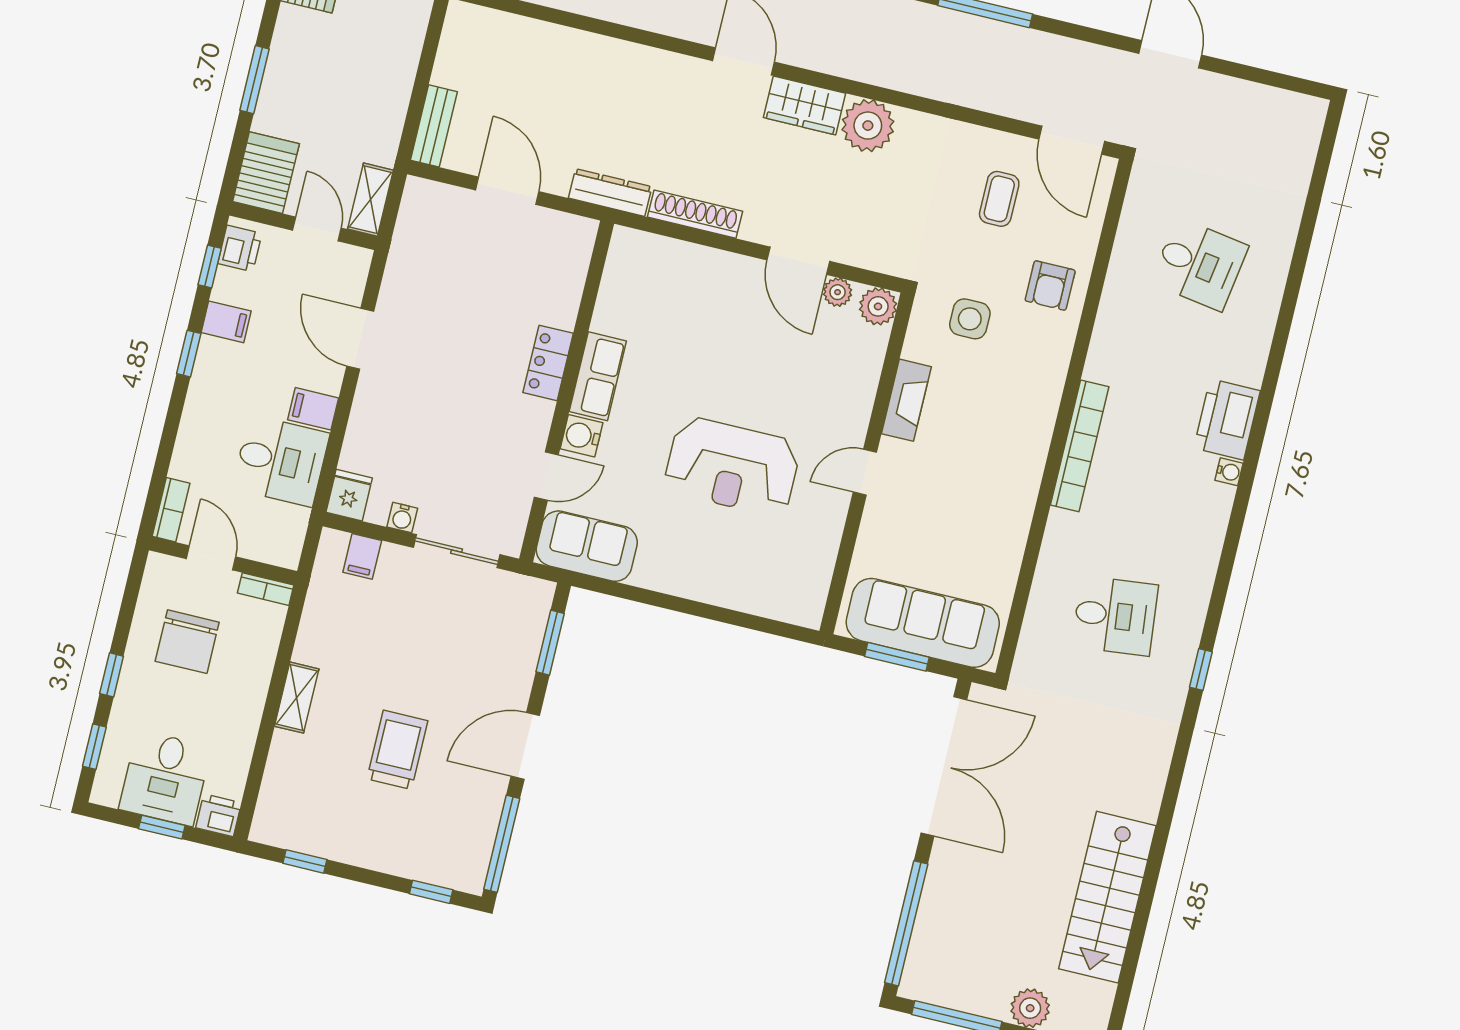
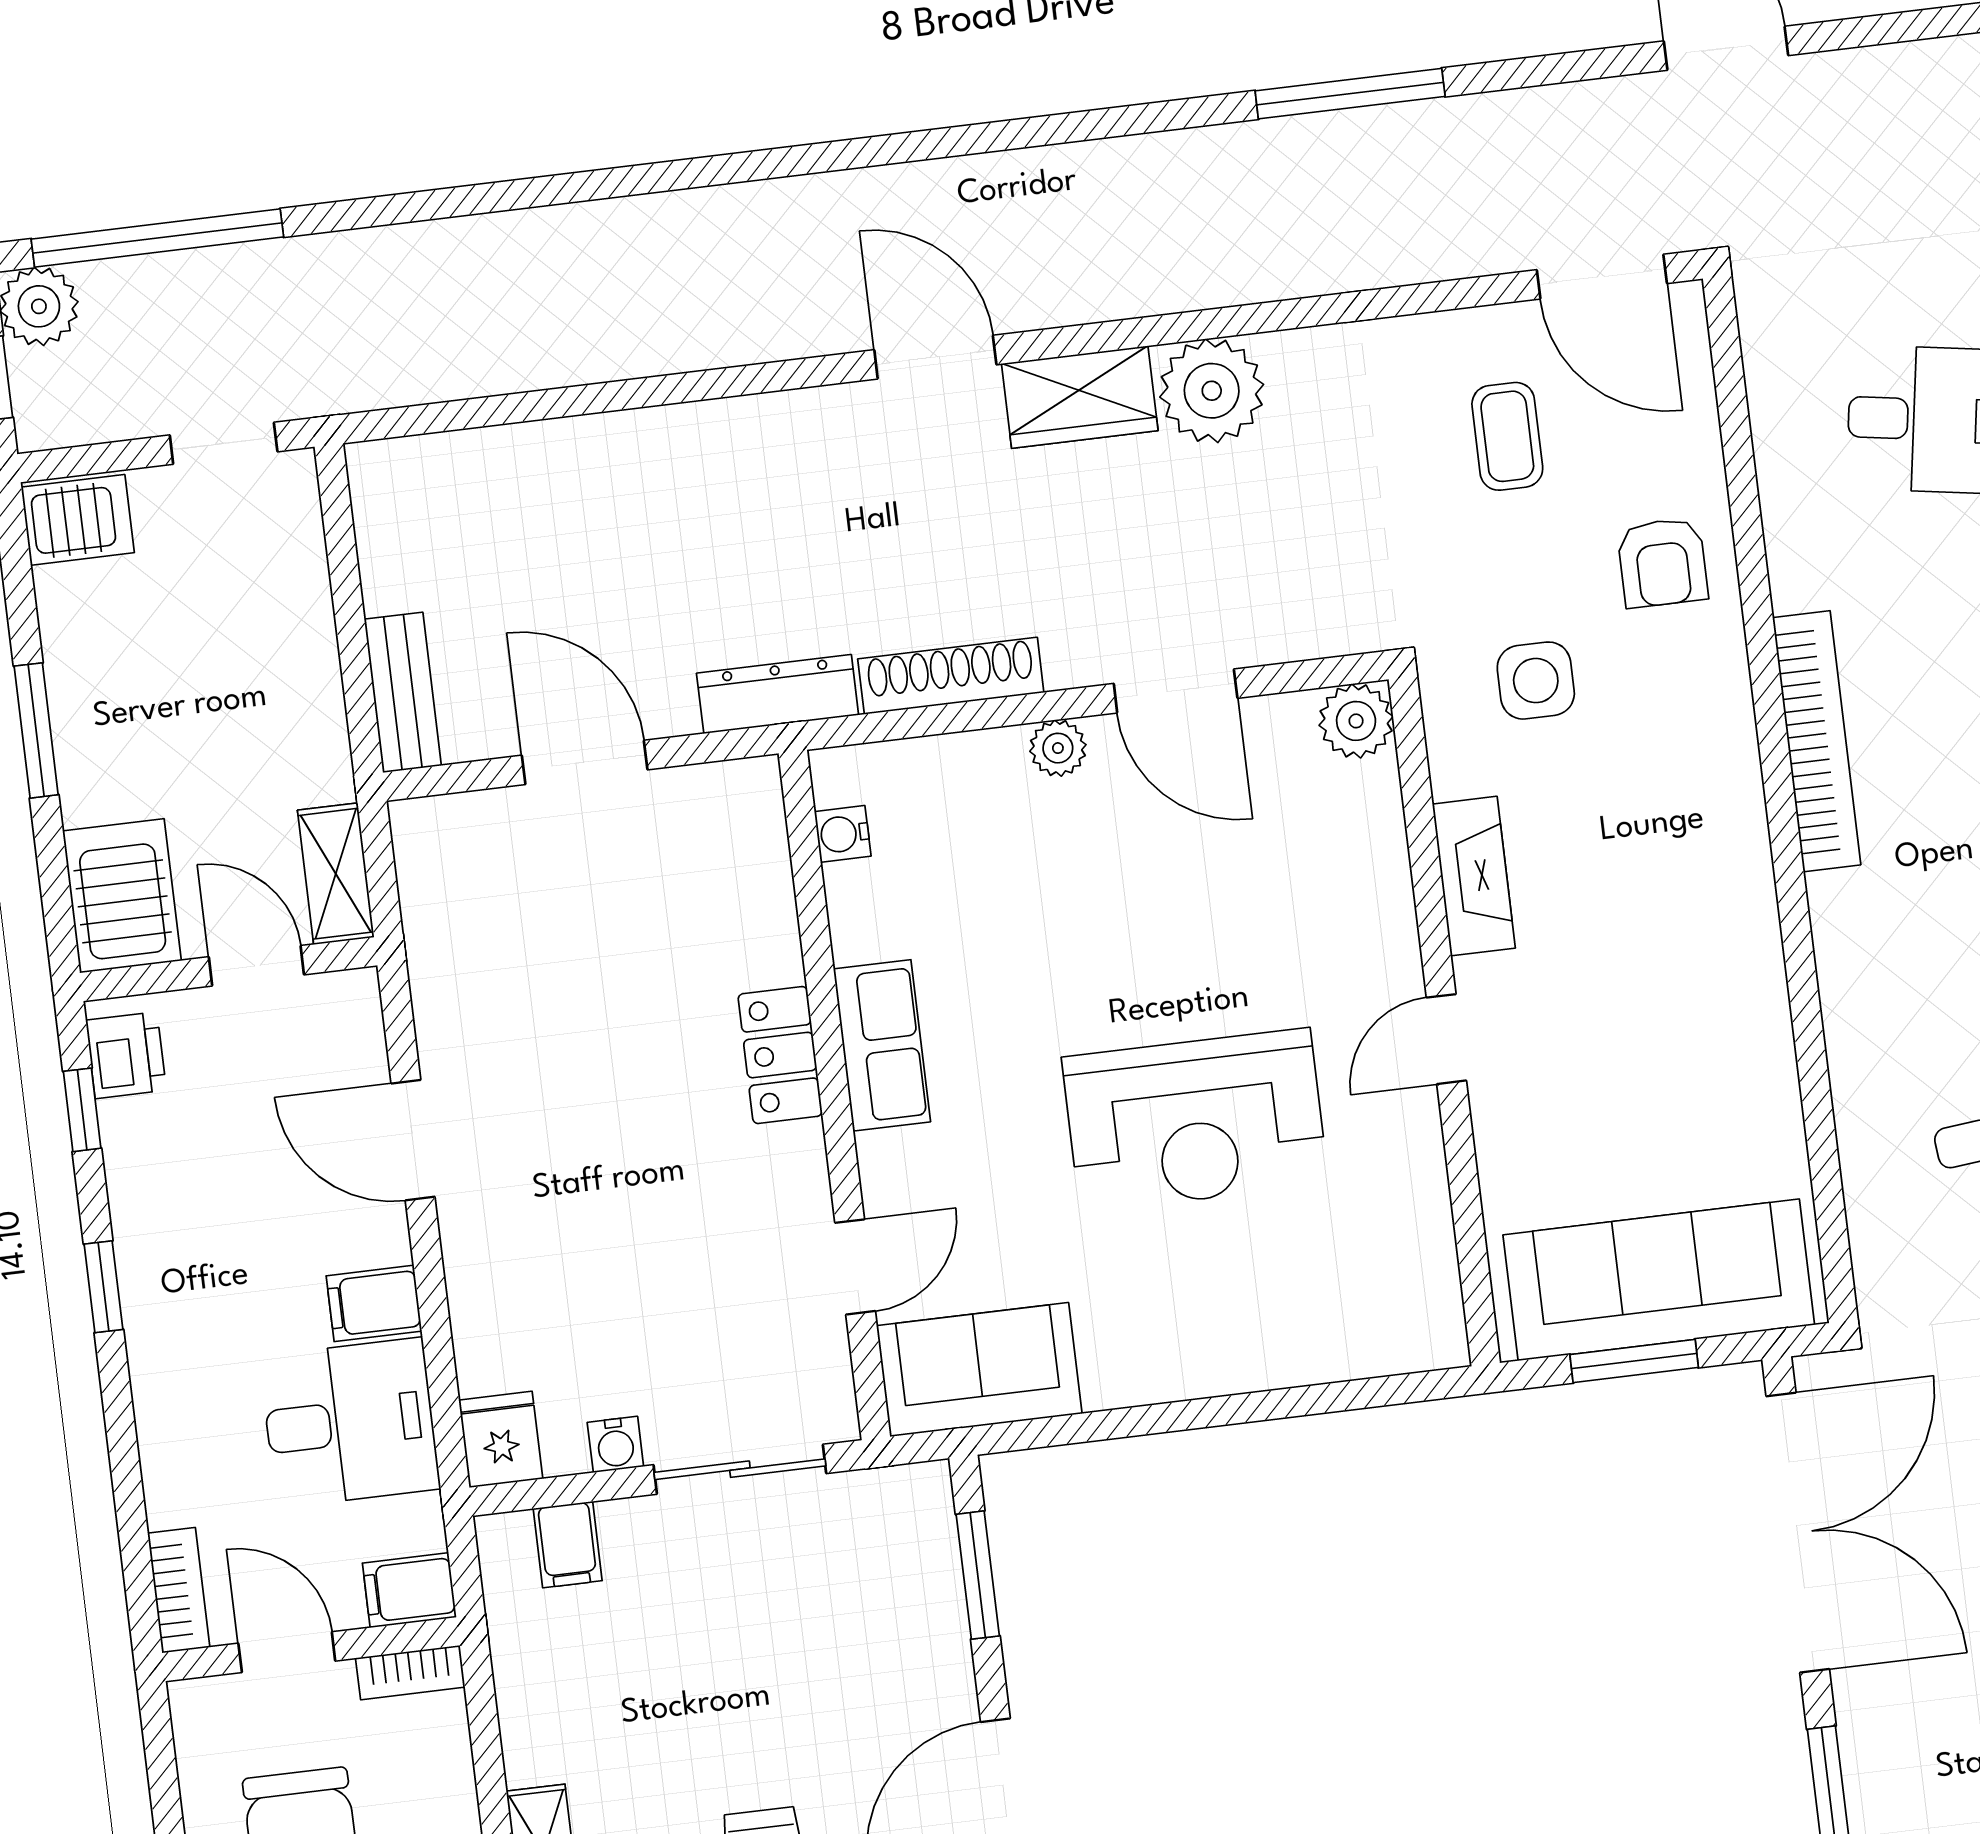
plant: (838, 292) -> (1058, 748), moved
filing cabinet: (226, 322) -> (409, 1590), moved, turned 180
water cooler: (582, 436) -> (843, 834), moved, width x0.72, depth x0.72
bookcase: (1080, 446) -> (1817, 741), moved

